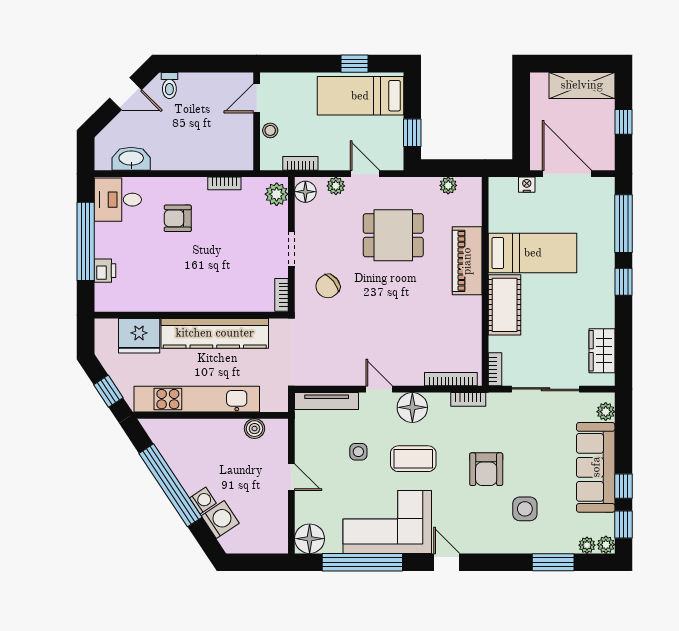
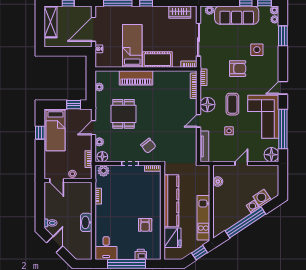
washbasin: (131, 159) -> (86, 222), moved
armchair: (178, 218) -> (145, 225), moved
kitchen unit: (197, 399) -> (203, 218), width x0.73

